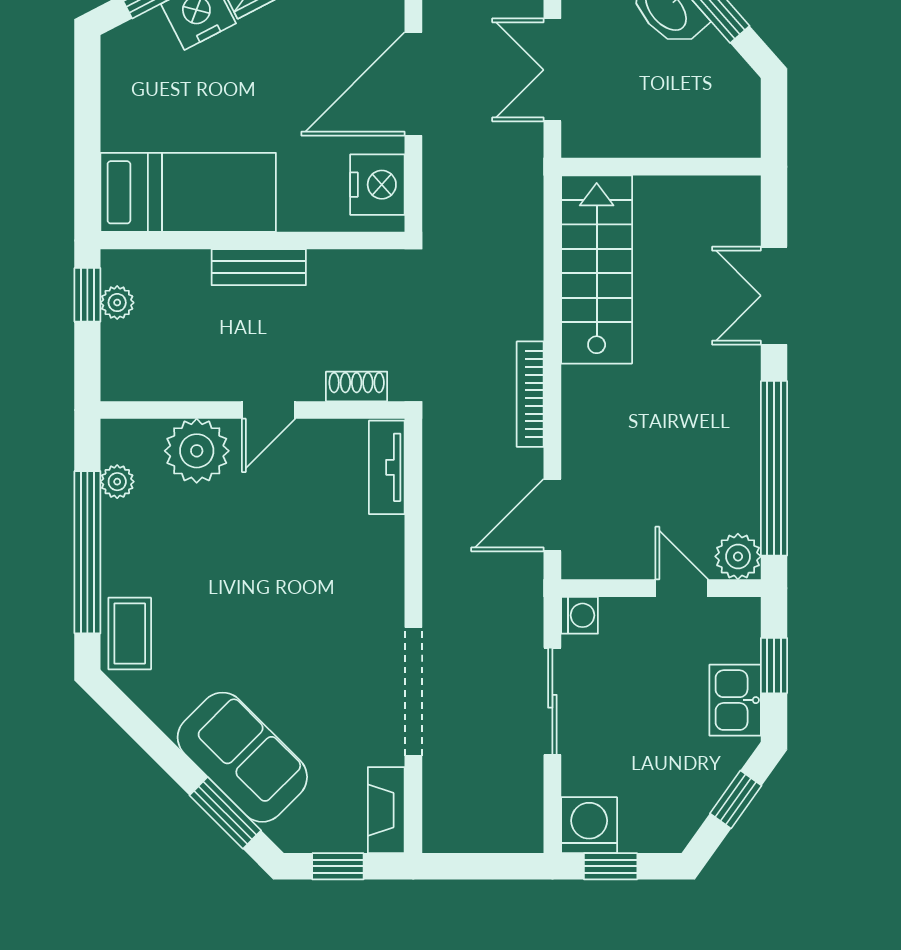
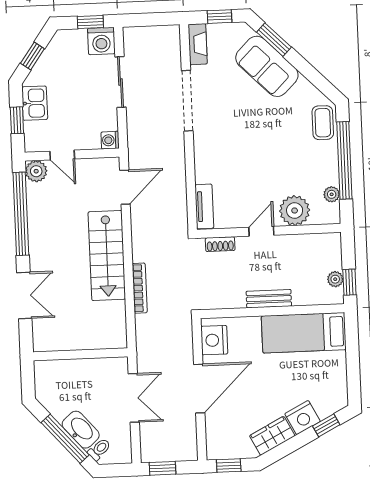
stairs: (597, 269) -> (107, 255), moved
bookcase: (530, 394) -> (140, 288), moved
sliding door: (552, 701) -> (120, 82), moved

